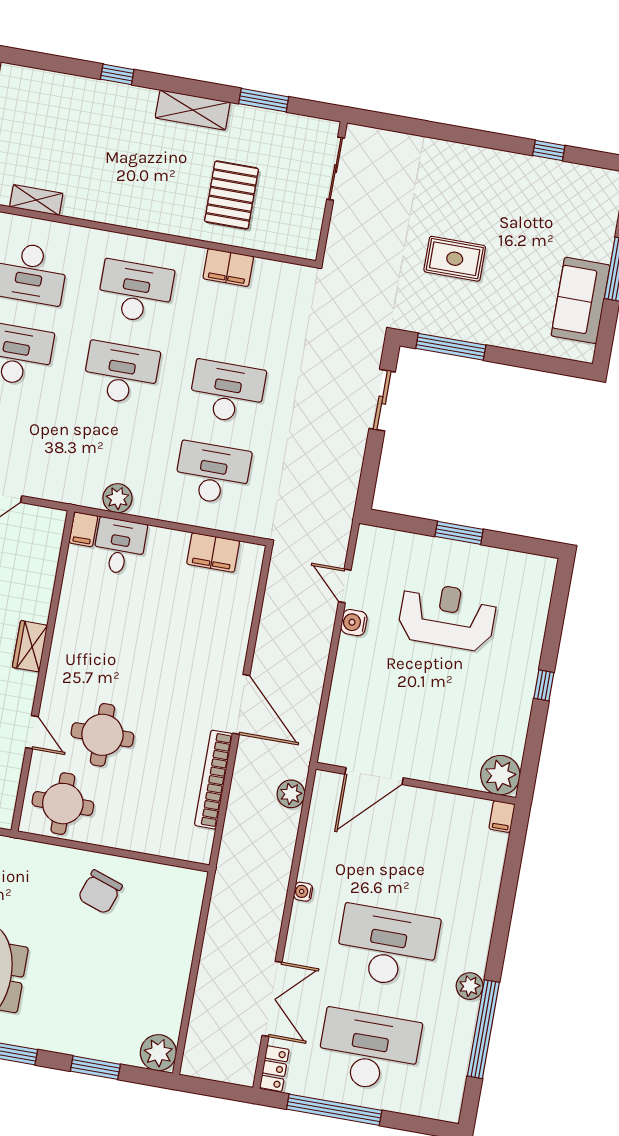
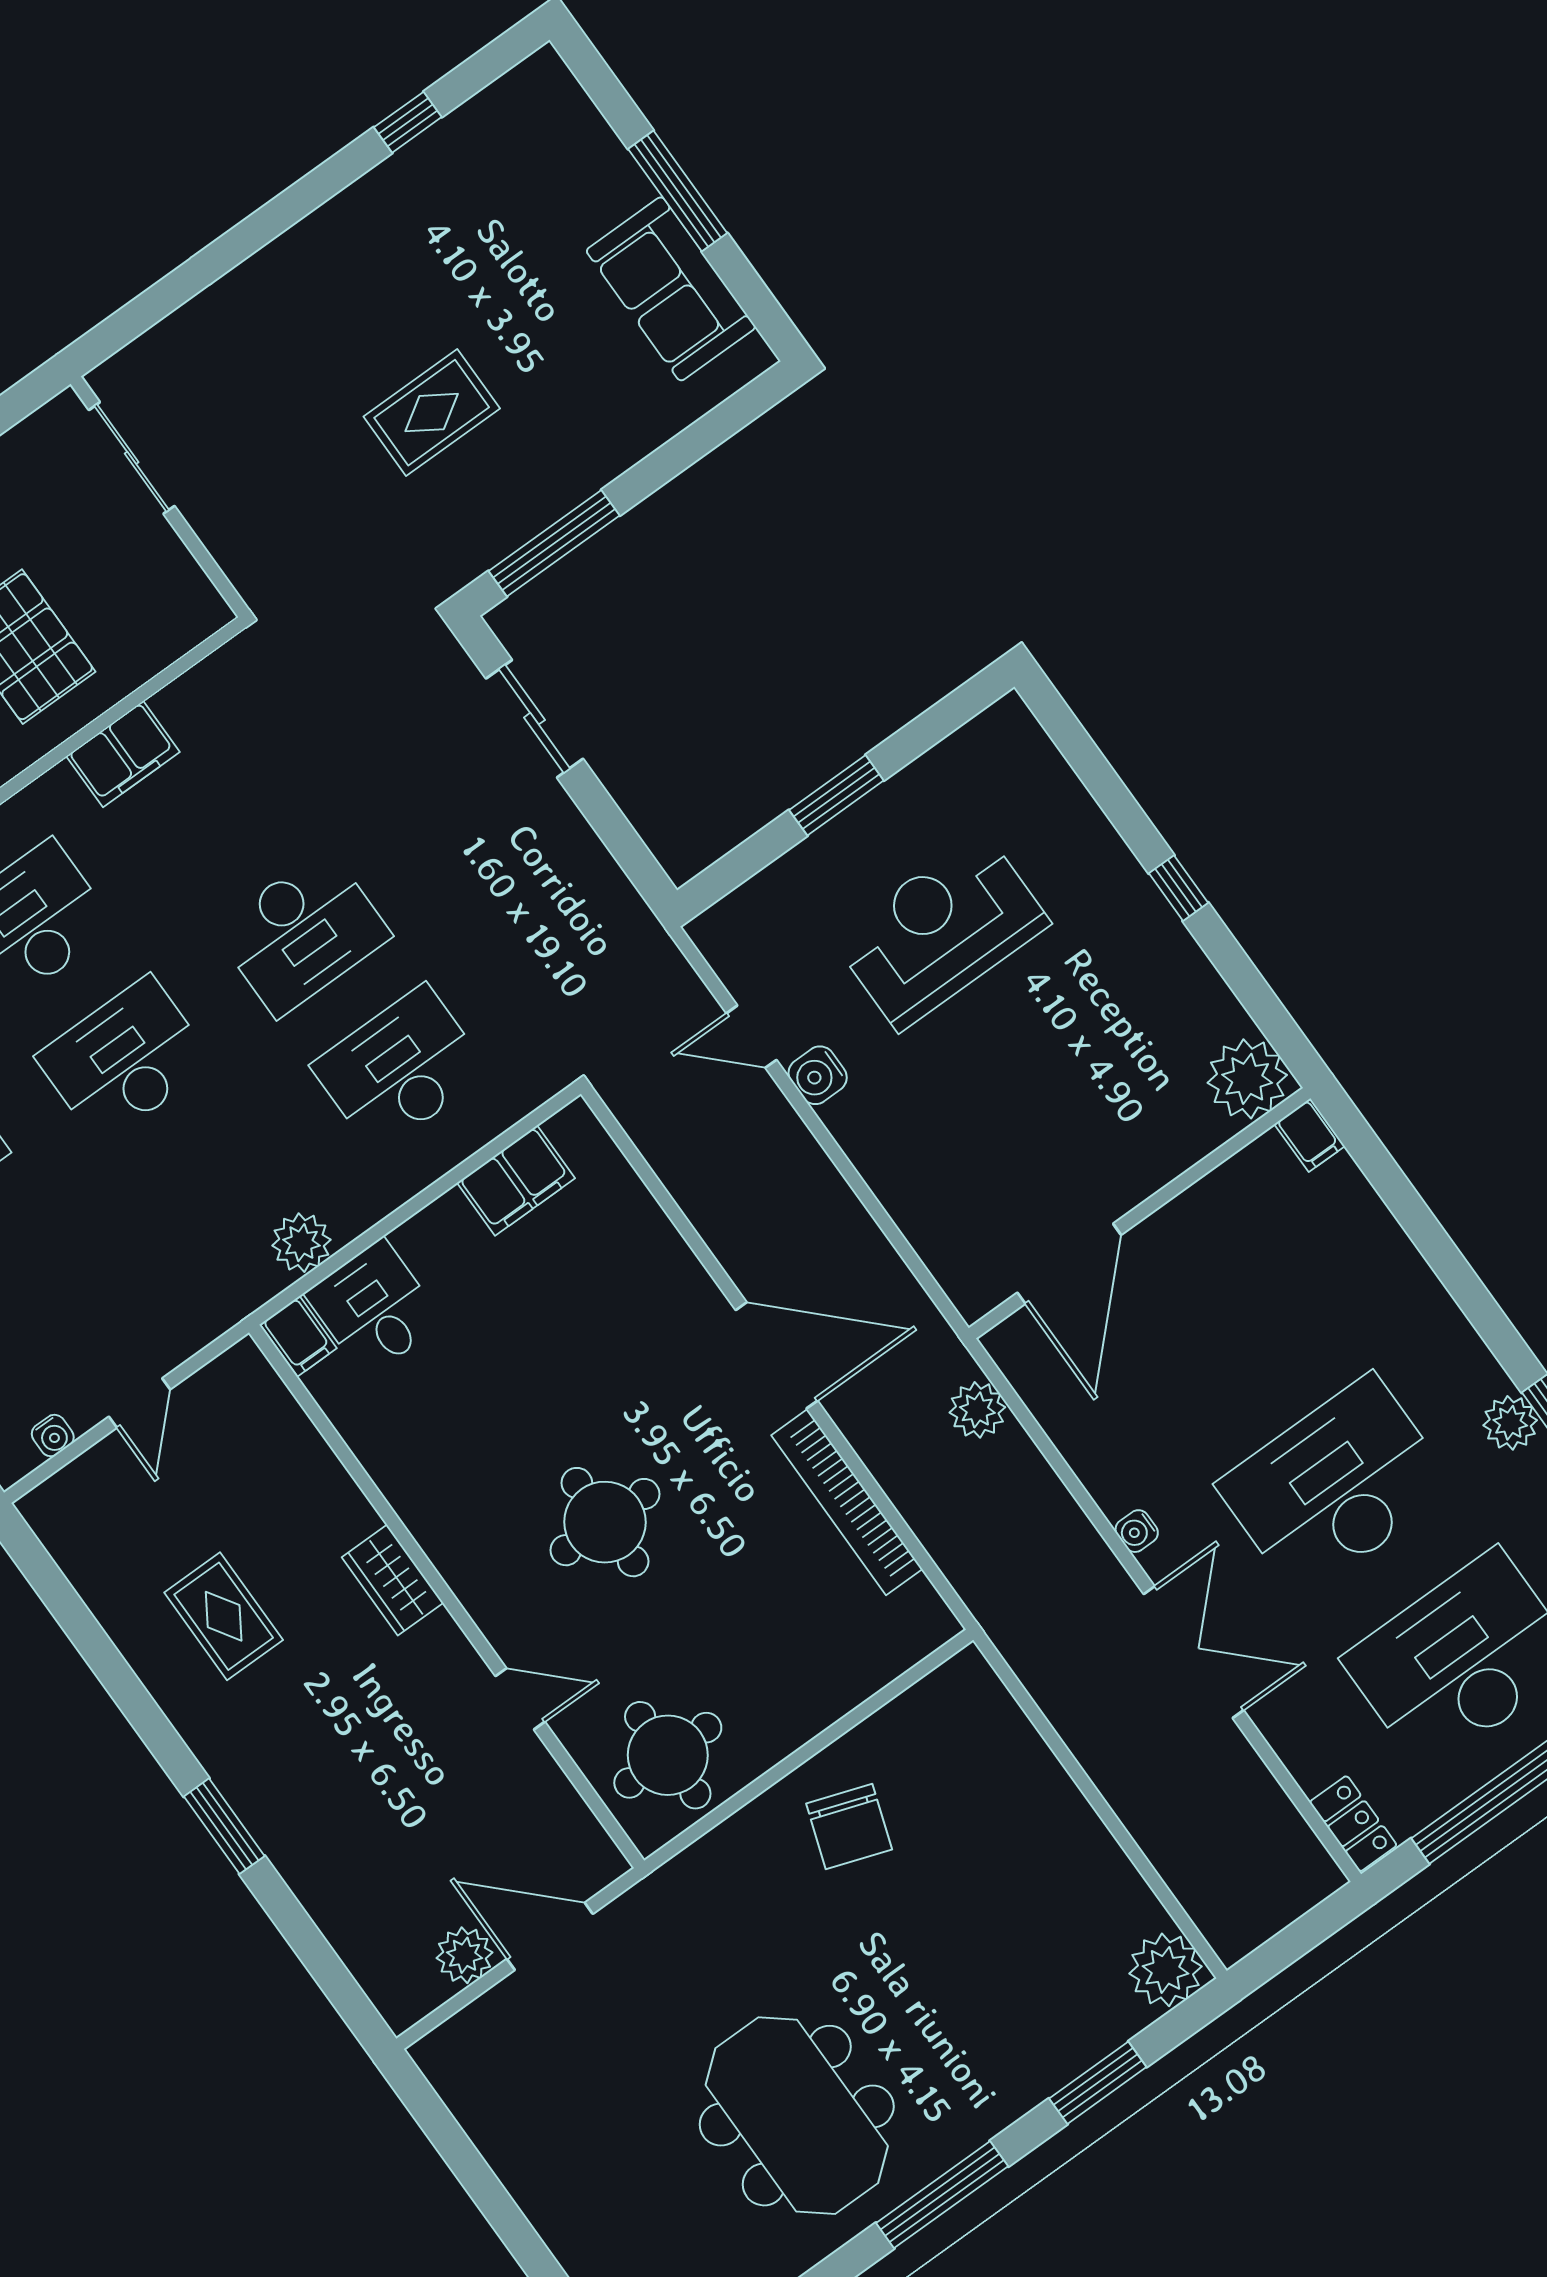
desk: (227, 392) -> (302, 933), turned 180
round table: (102, 735) -> (605, 1522), moved
double door: (272, 999) -> (1194, 1652), moved

